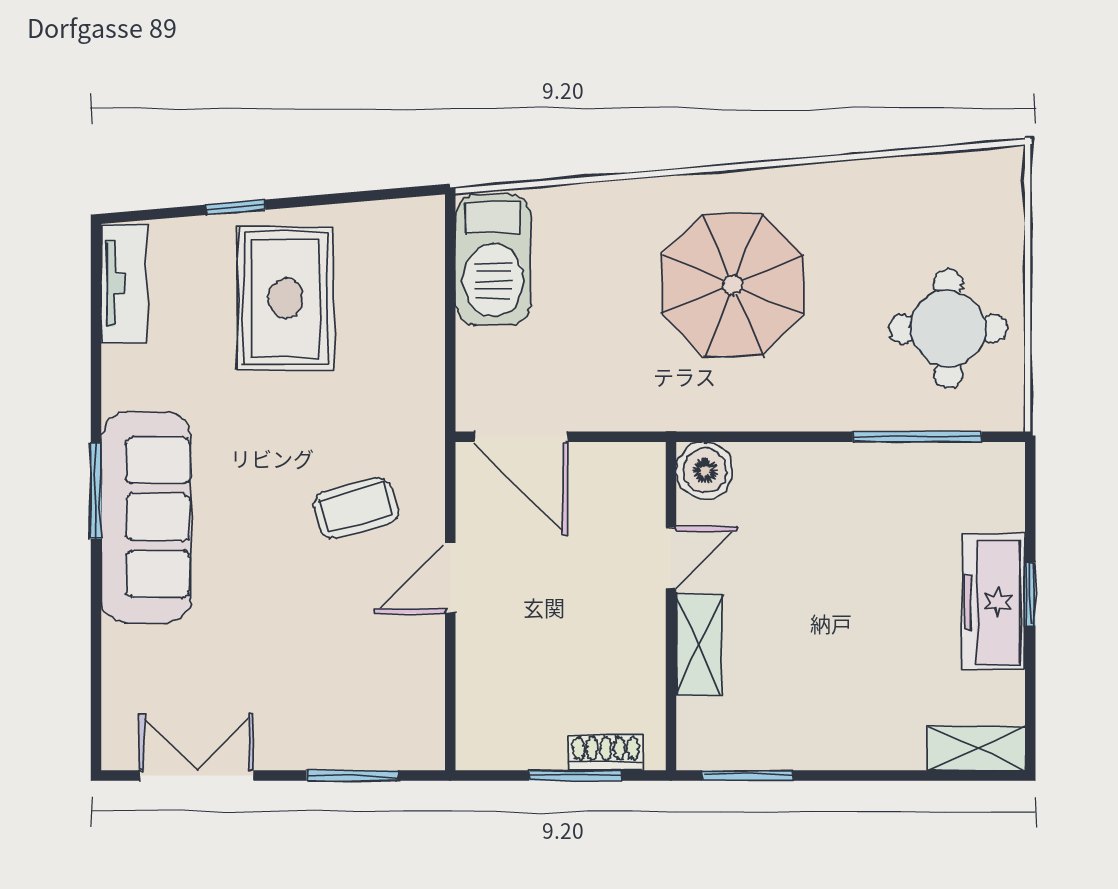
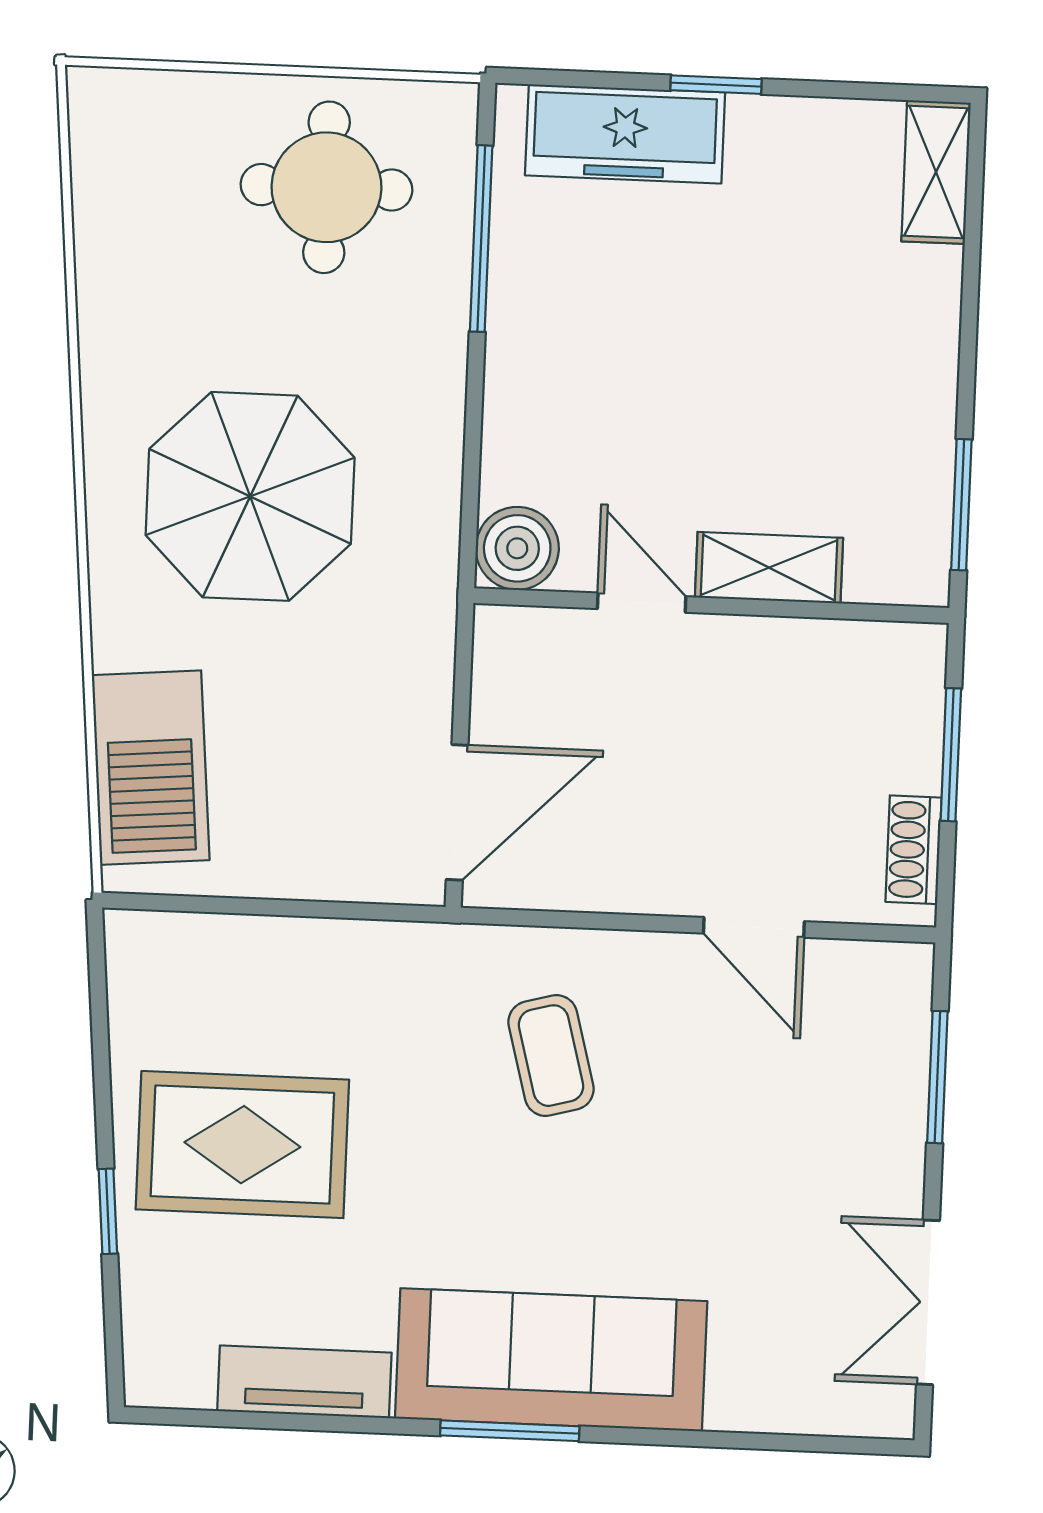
barbecue: (493, 260) -> (151, 768), moved, turned 85
tv unit: (124, 284) -> (304, 1382), moved
door: (450, 578) -> (754, 927), moved
freezer: (994, 602) -> (625, 134), moved
shoe rack: (606, 752) -> (914, 850), moved

